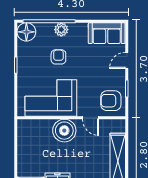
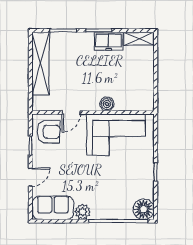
plant: (61, 30) -> (83, 212), moved
armchair: (58, 57) -> (107, 181), removed
door: (91, 118) -> (71, 112), swing flipped
boiler: (64, 131) -> (107, 104), width x0.54, depth x0.54

